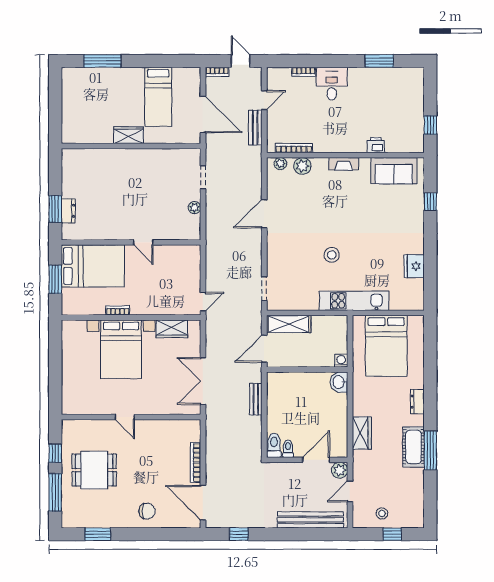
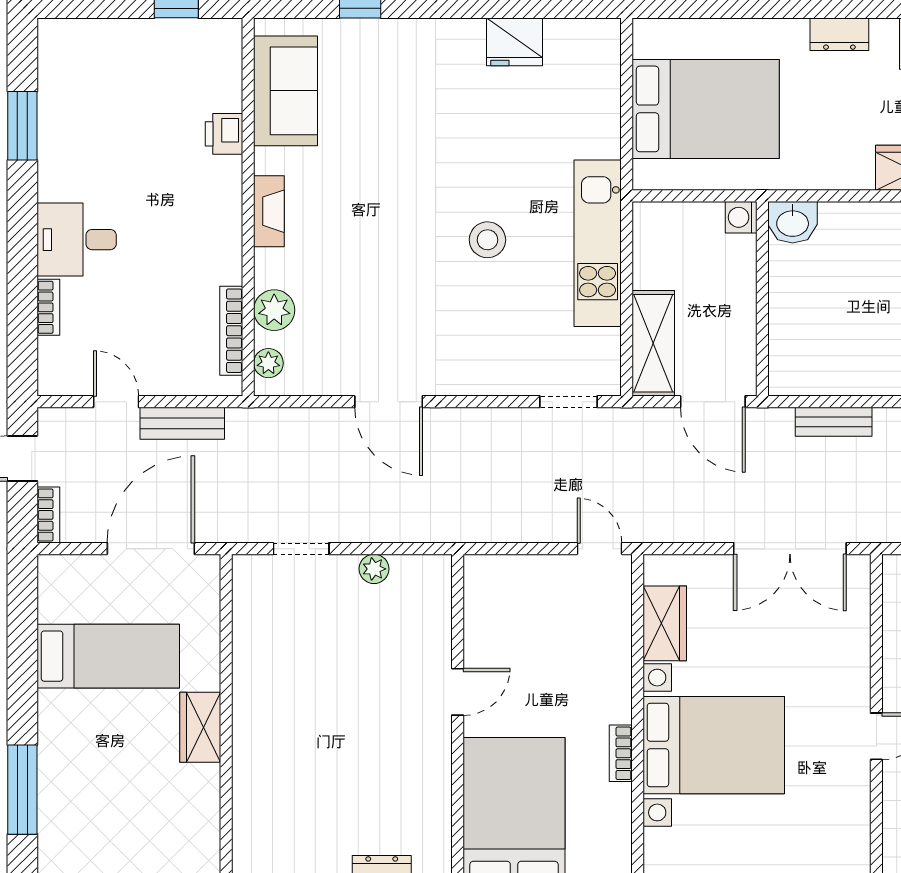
kitchen unit: (354, 301) -> (598, 243), moved

